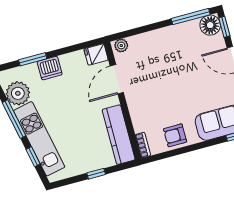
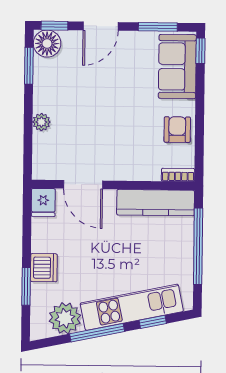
window: (191, 17) -> (29, 66), width x0.69
plant: (121, 46) -> (41, 122), moved
armchair: (175, 135) -> (177, 130), turned 180
window: (96, 174) -> (198, 246), width x3.17

